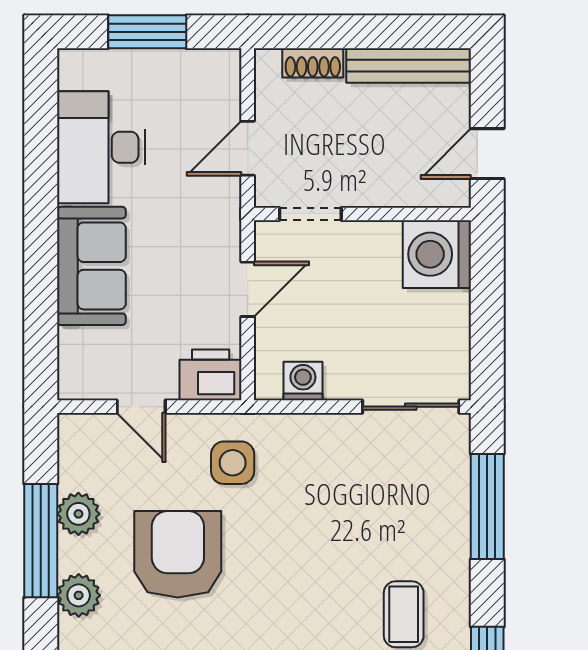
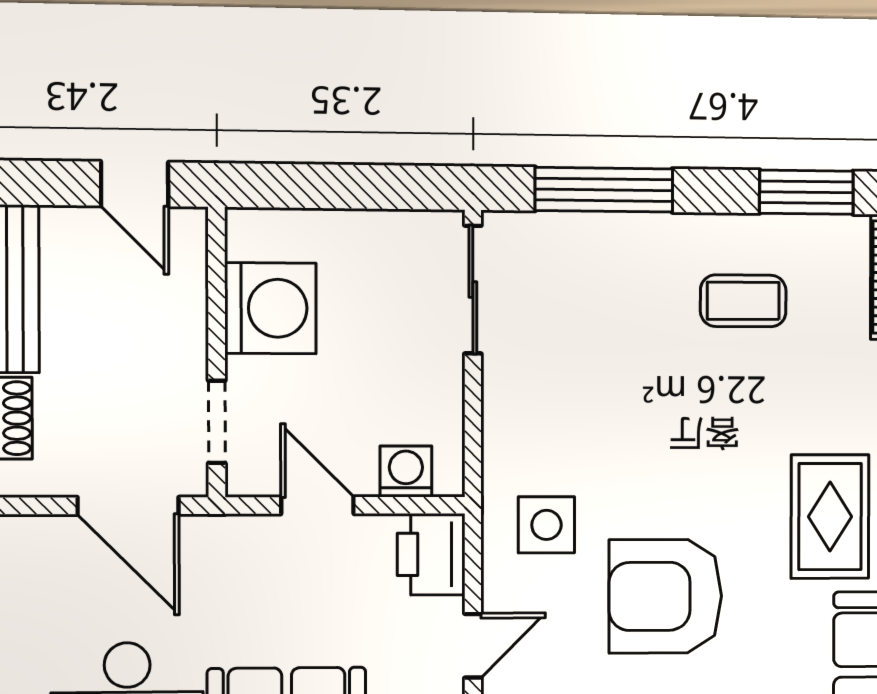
door: (248, 148) -> (128, 506), width x1.38
washing machine: (437, 254) -> (270, 308), moved, turned -90
washing machine: (303, 381) -> (406, 471), moved, turned 90

